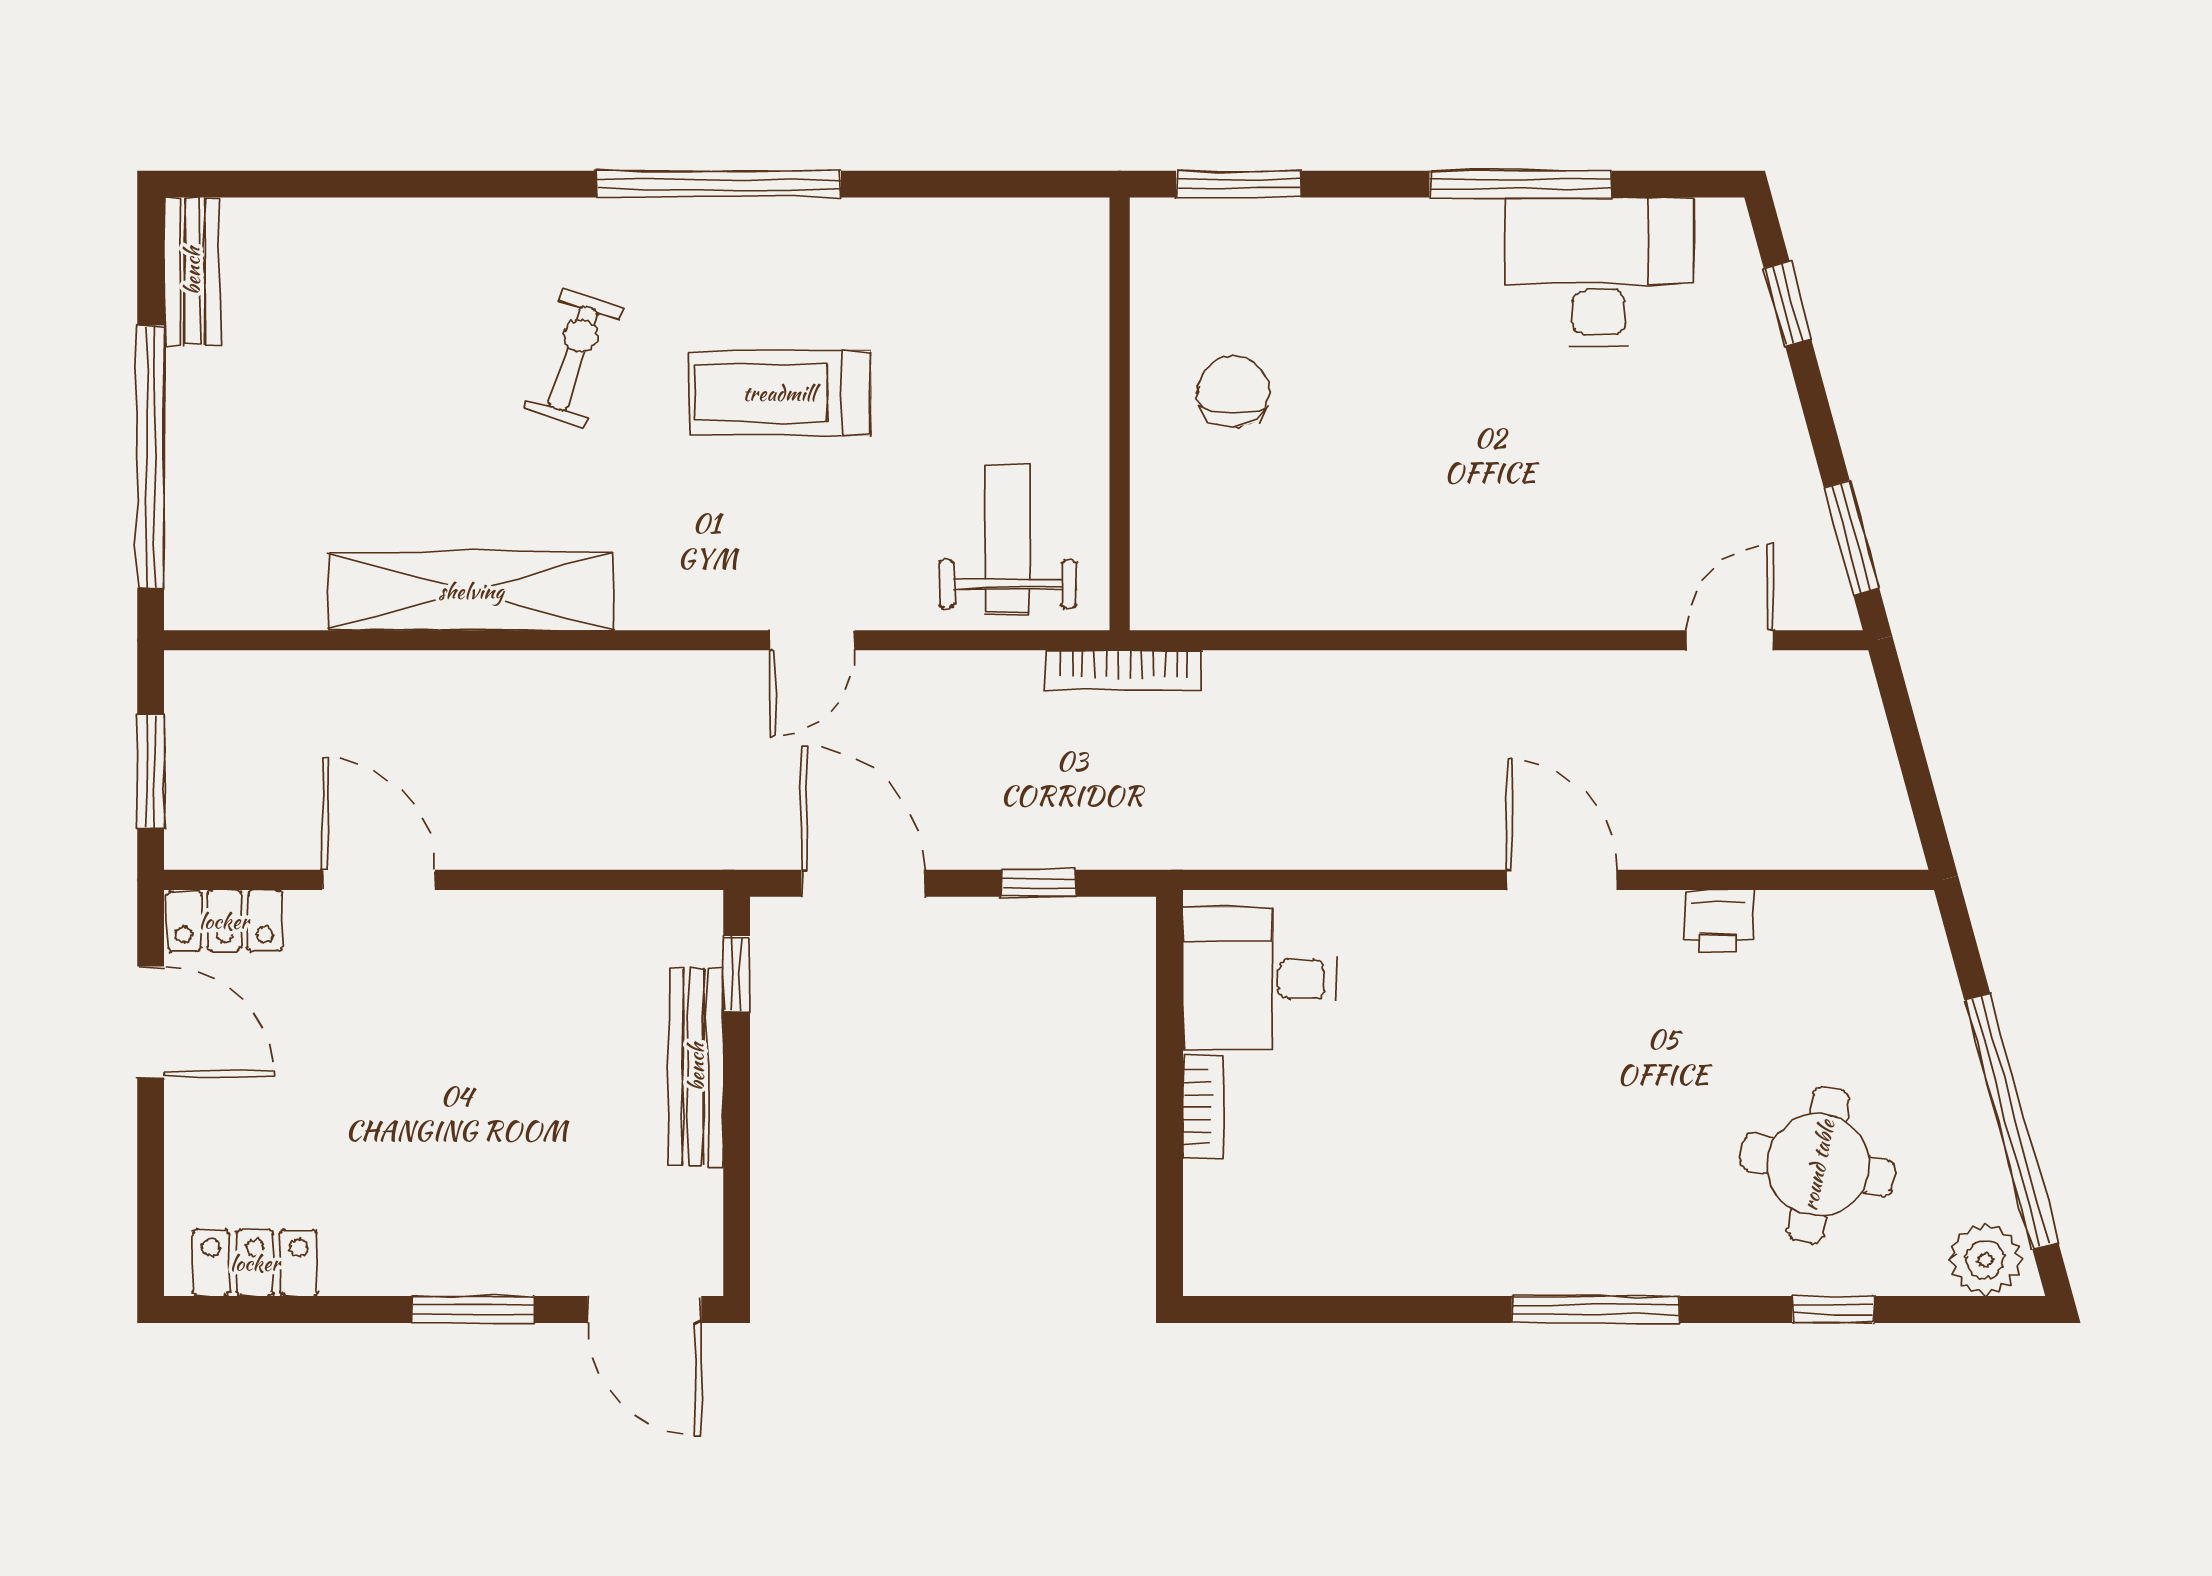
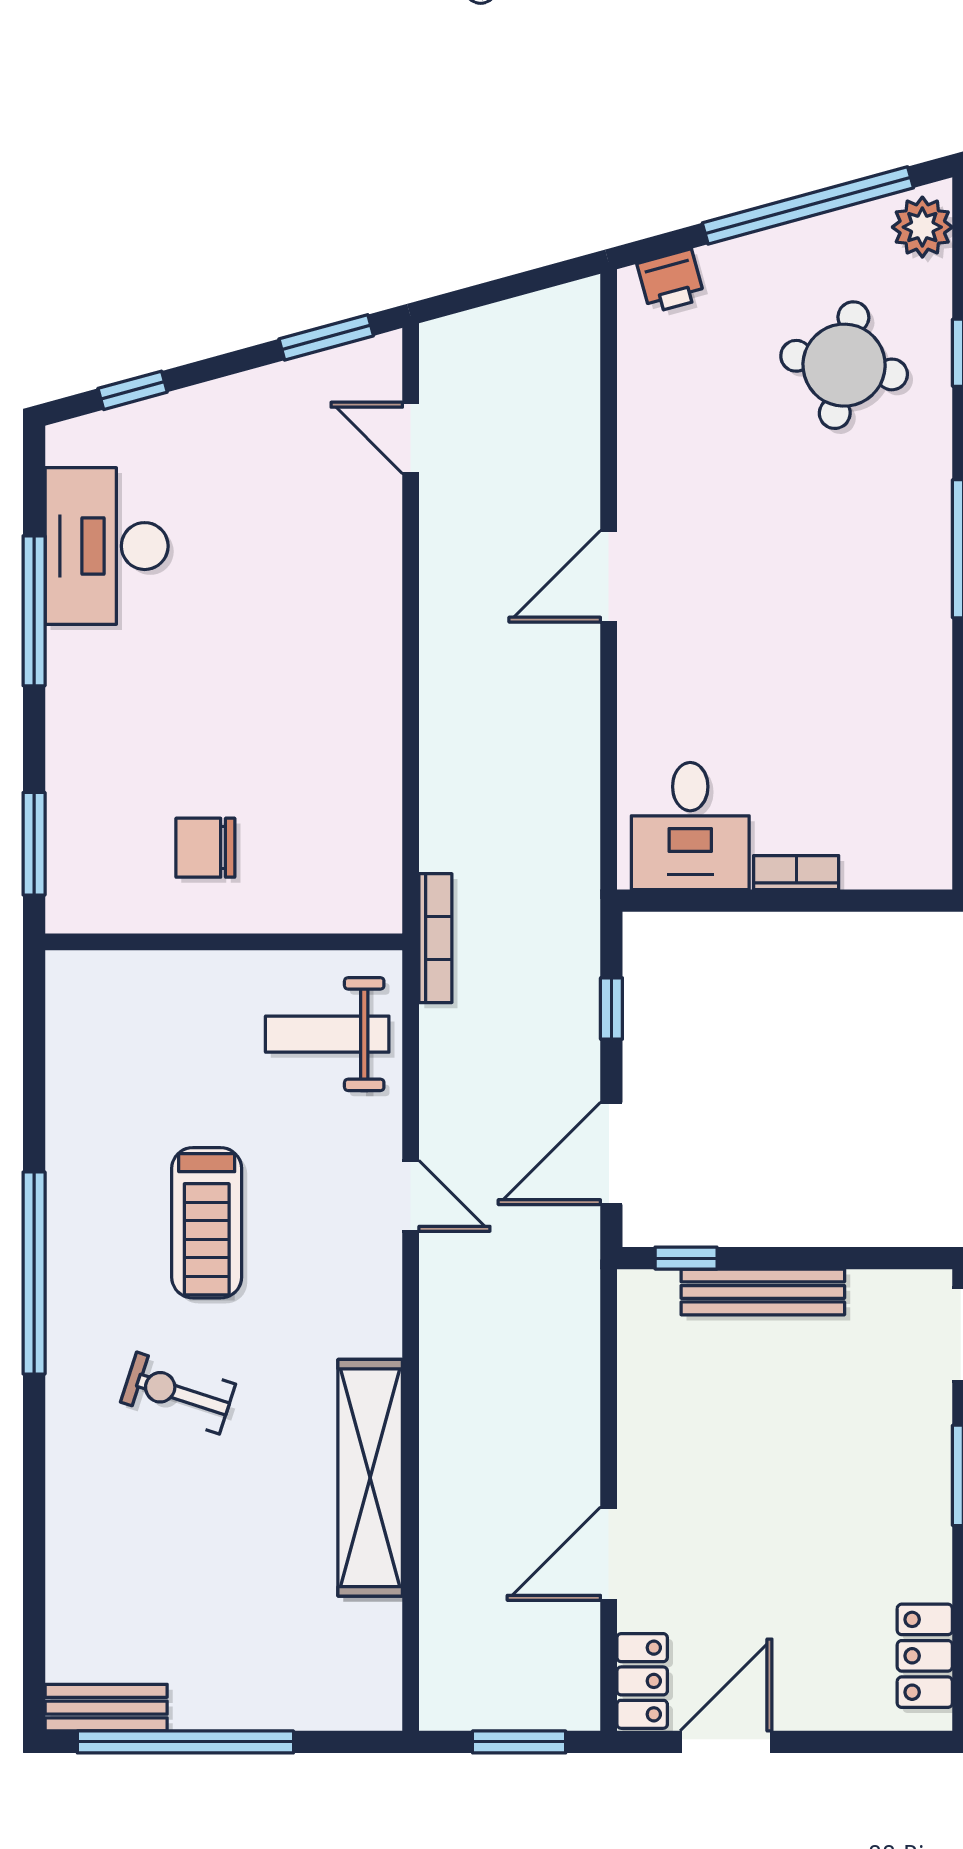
window: (151, 457) -> (185, 1742), moved
printer: (1718, 921) -> (671, 281), moved, turned 75

